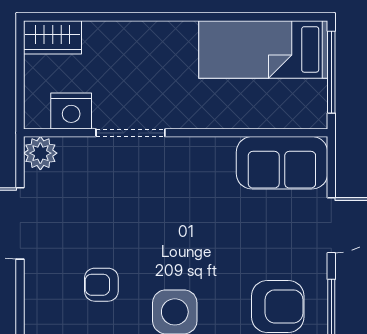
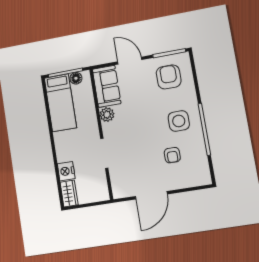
floor lamp: (314, 95) -> (76, 78), added
nightstand: (71, 111) -> (66, 171), moved, turned 180
plant: (40, 153) -> (107, 115), moved

